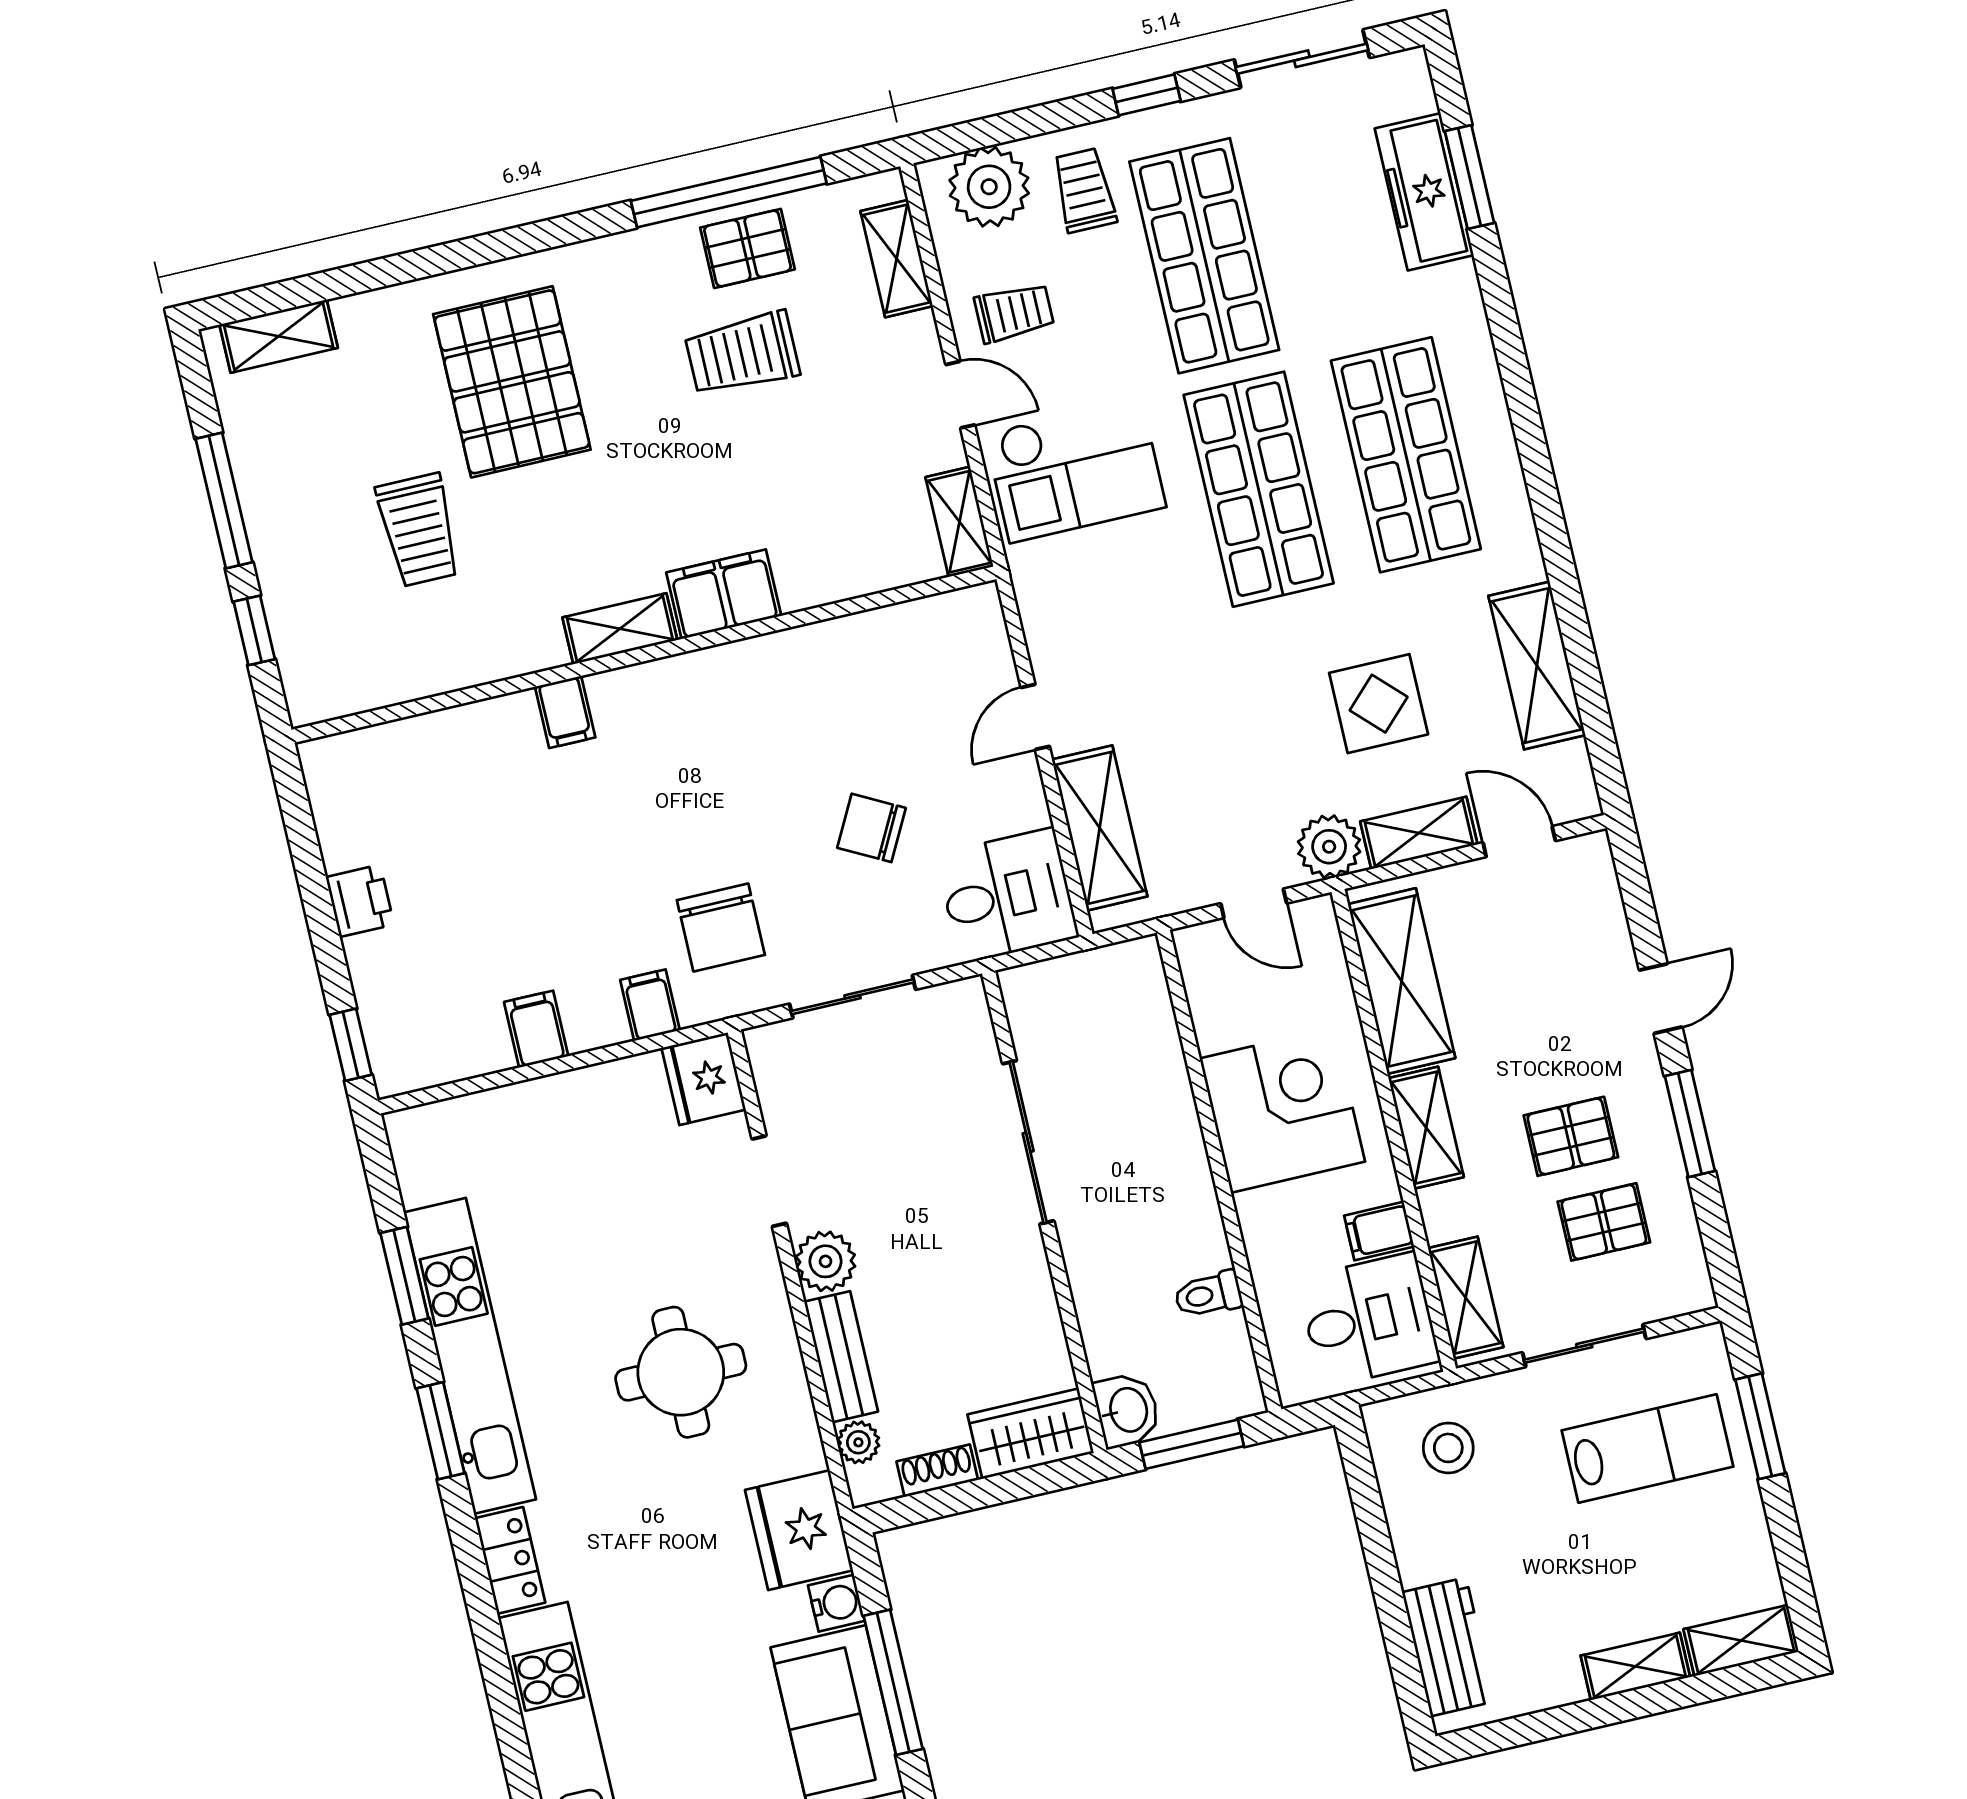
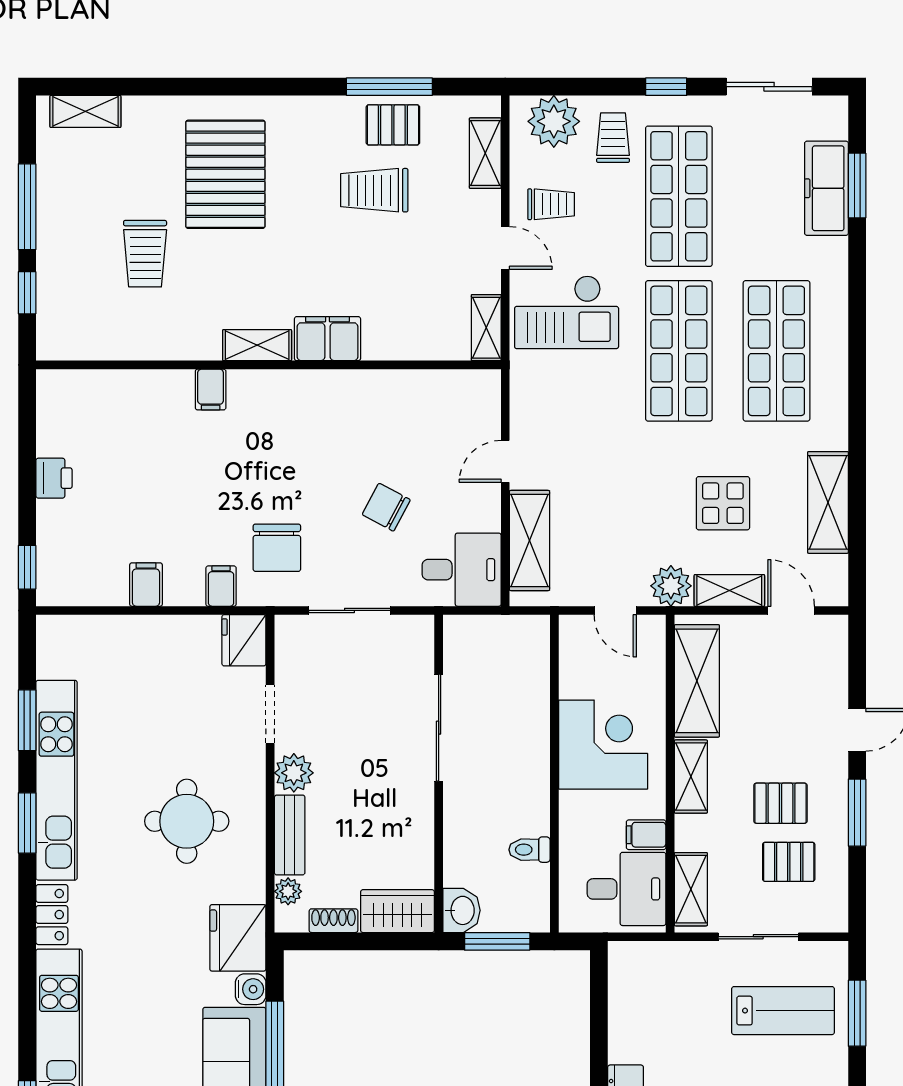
window: (729, 192) -> (389, 87), width x0.68
stool: (1448, 1448) -> (658, 981), removed

